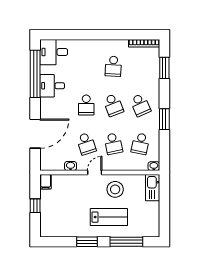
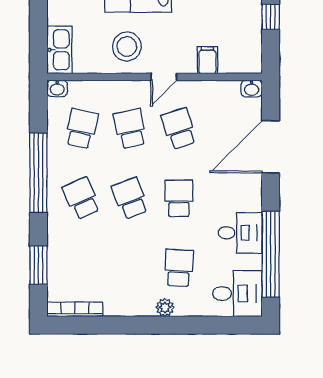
plant: (94, 44) -> (165, 308), added
school desk: (113, 66) -> (179, 268), moved
window: (164, 119) -> (38, 173), width x2.11
washbasin: (70, 166) -> (252, 89), moved
filing cabinet: (46, 182) -> (207, 60), moved

